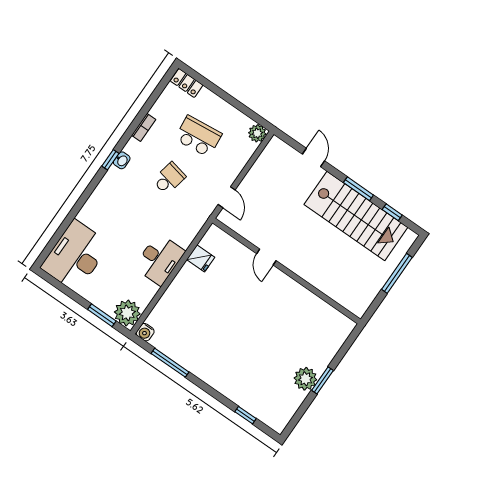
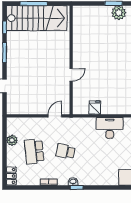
plant: (257, 133) -> (12, 140), moved
stairs: (356, 216) -> (37, 18), moved, turned 90

